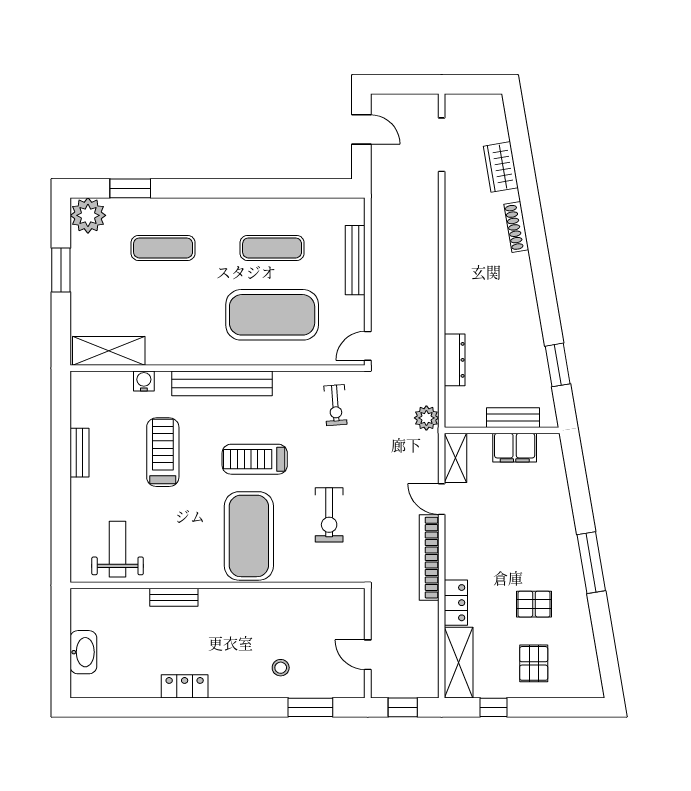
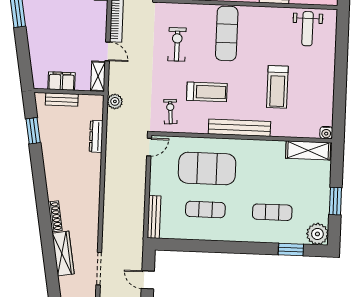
wardrobe: (501, 167) -> (63, 254), width x1.50
bench: (355, 260) -> (154, 217), moved
water cooler: (144, 381) -> (326, 133), moved
bench: (79, 453) -> (329, 89), removed
treadmill: (255, 459) -> (207, 92), moved
exercise mat: (249, 536) -> (227, 33), width x0.68

